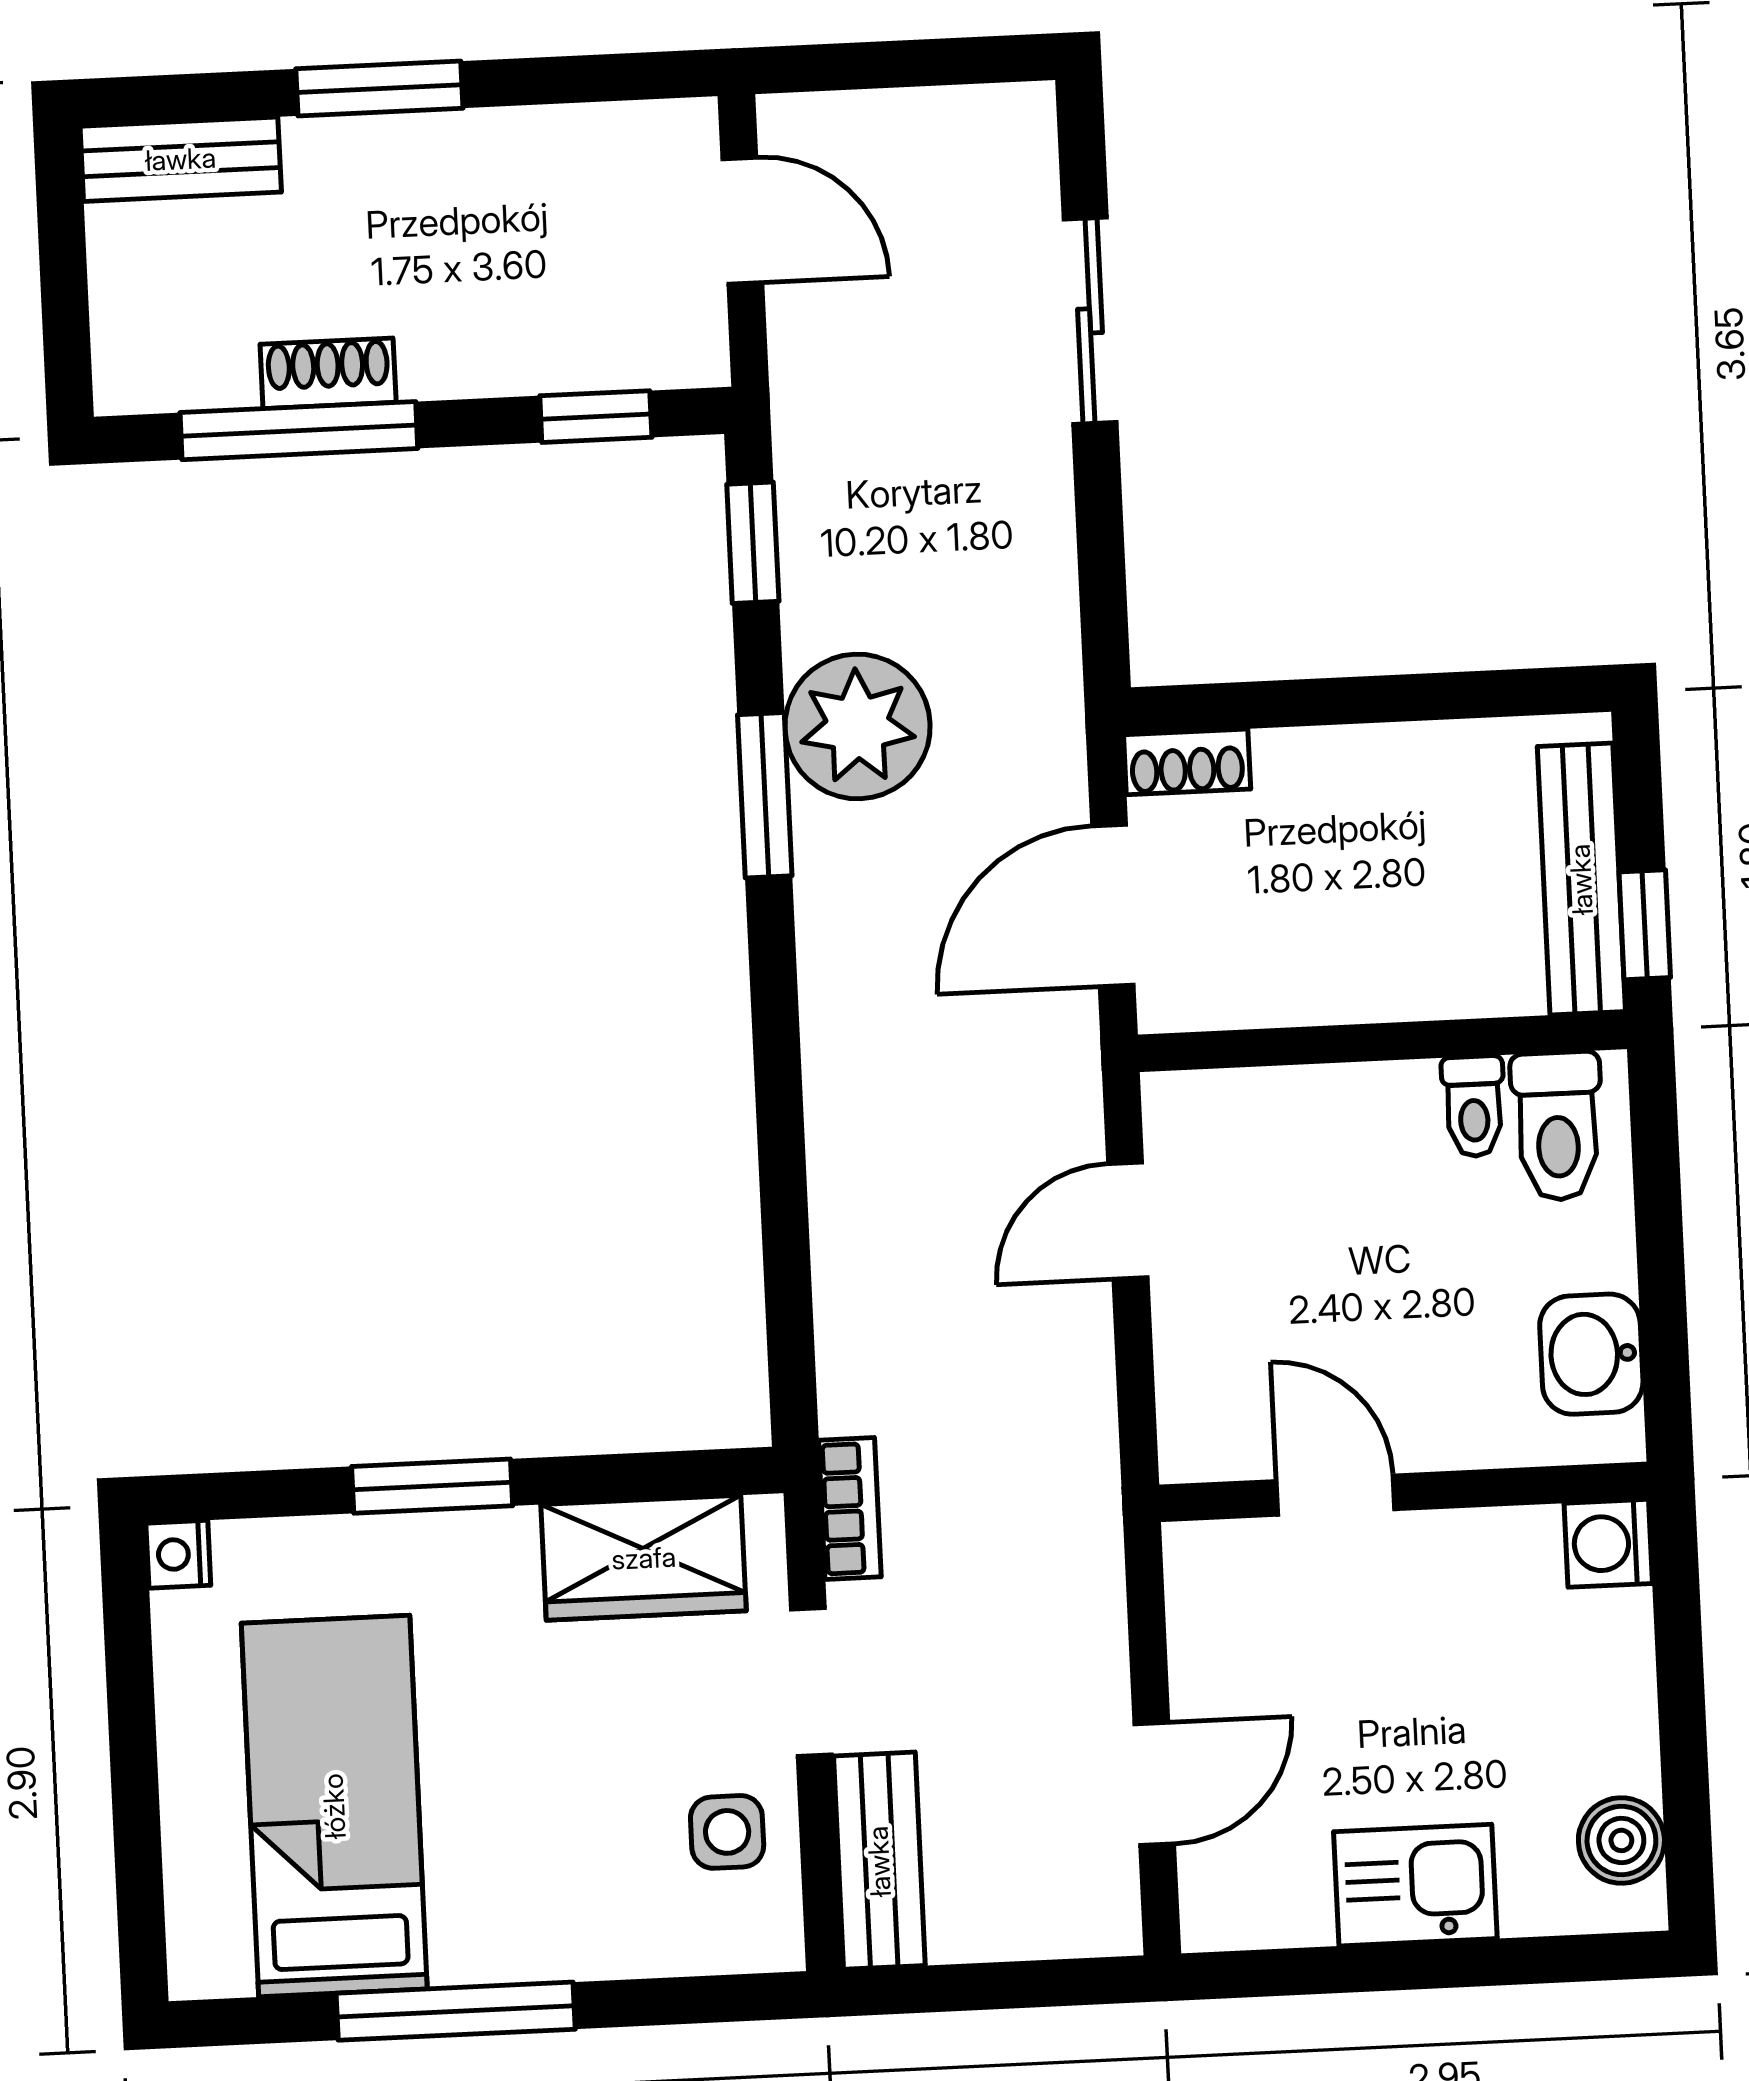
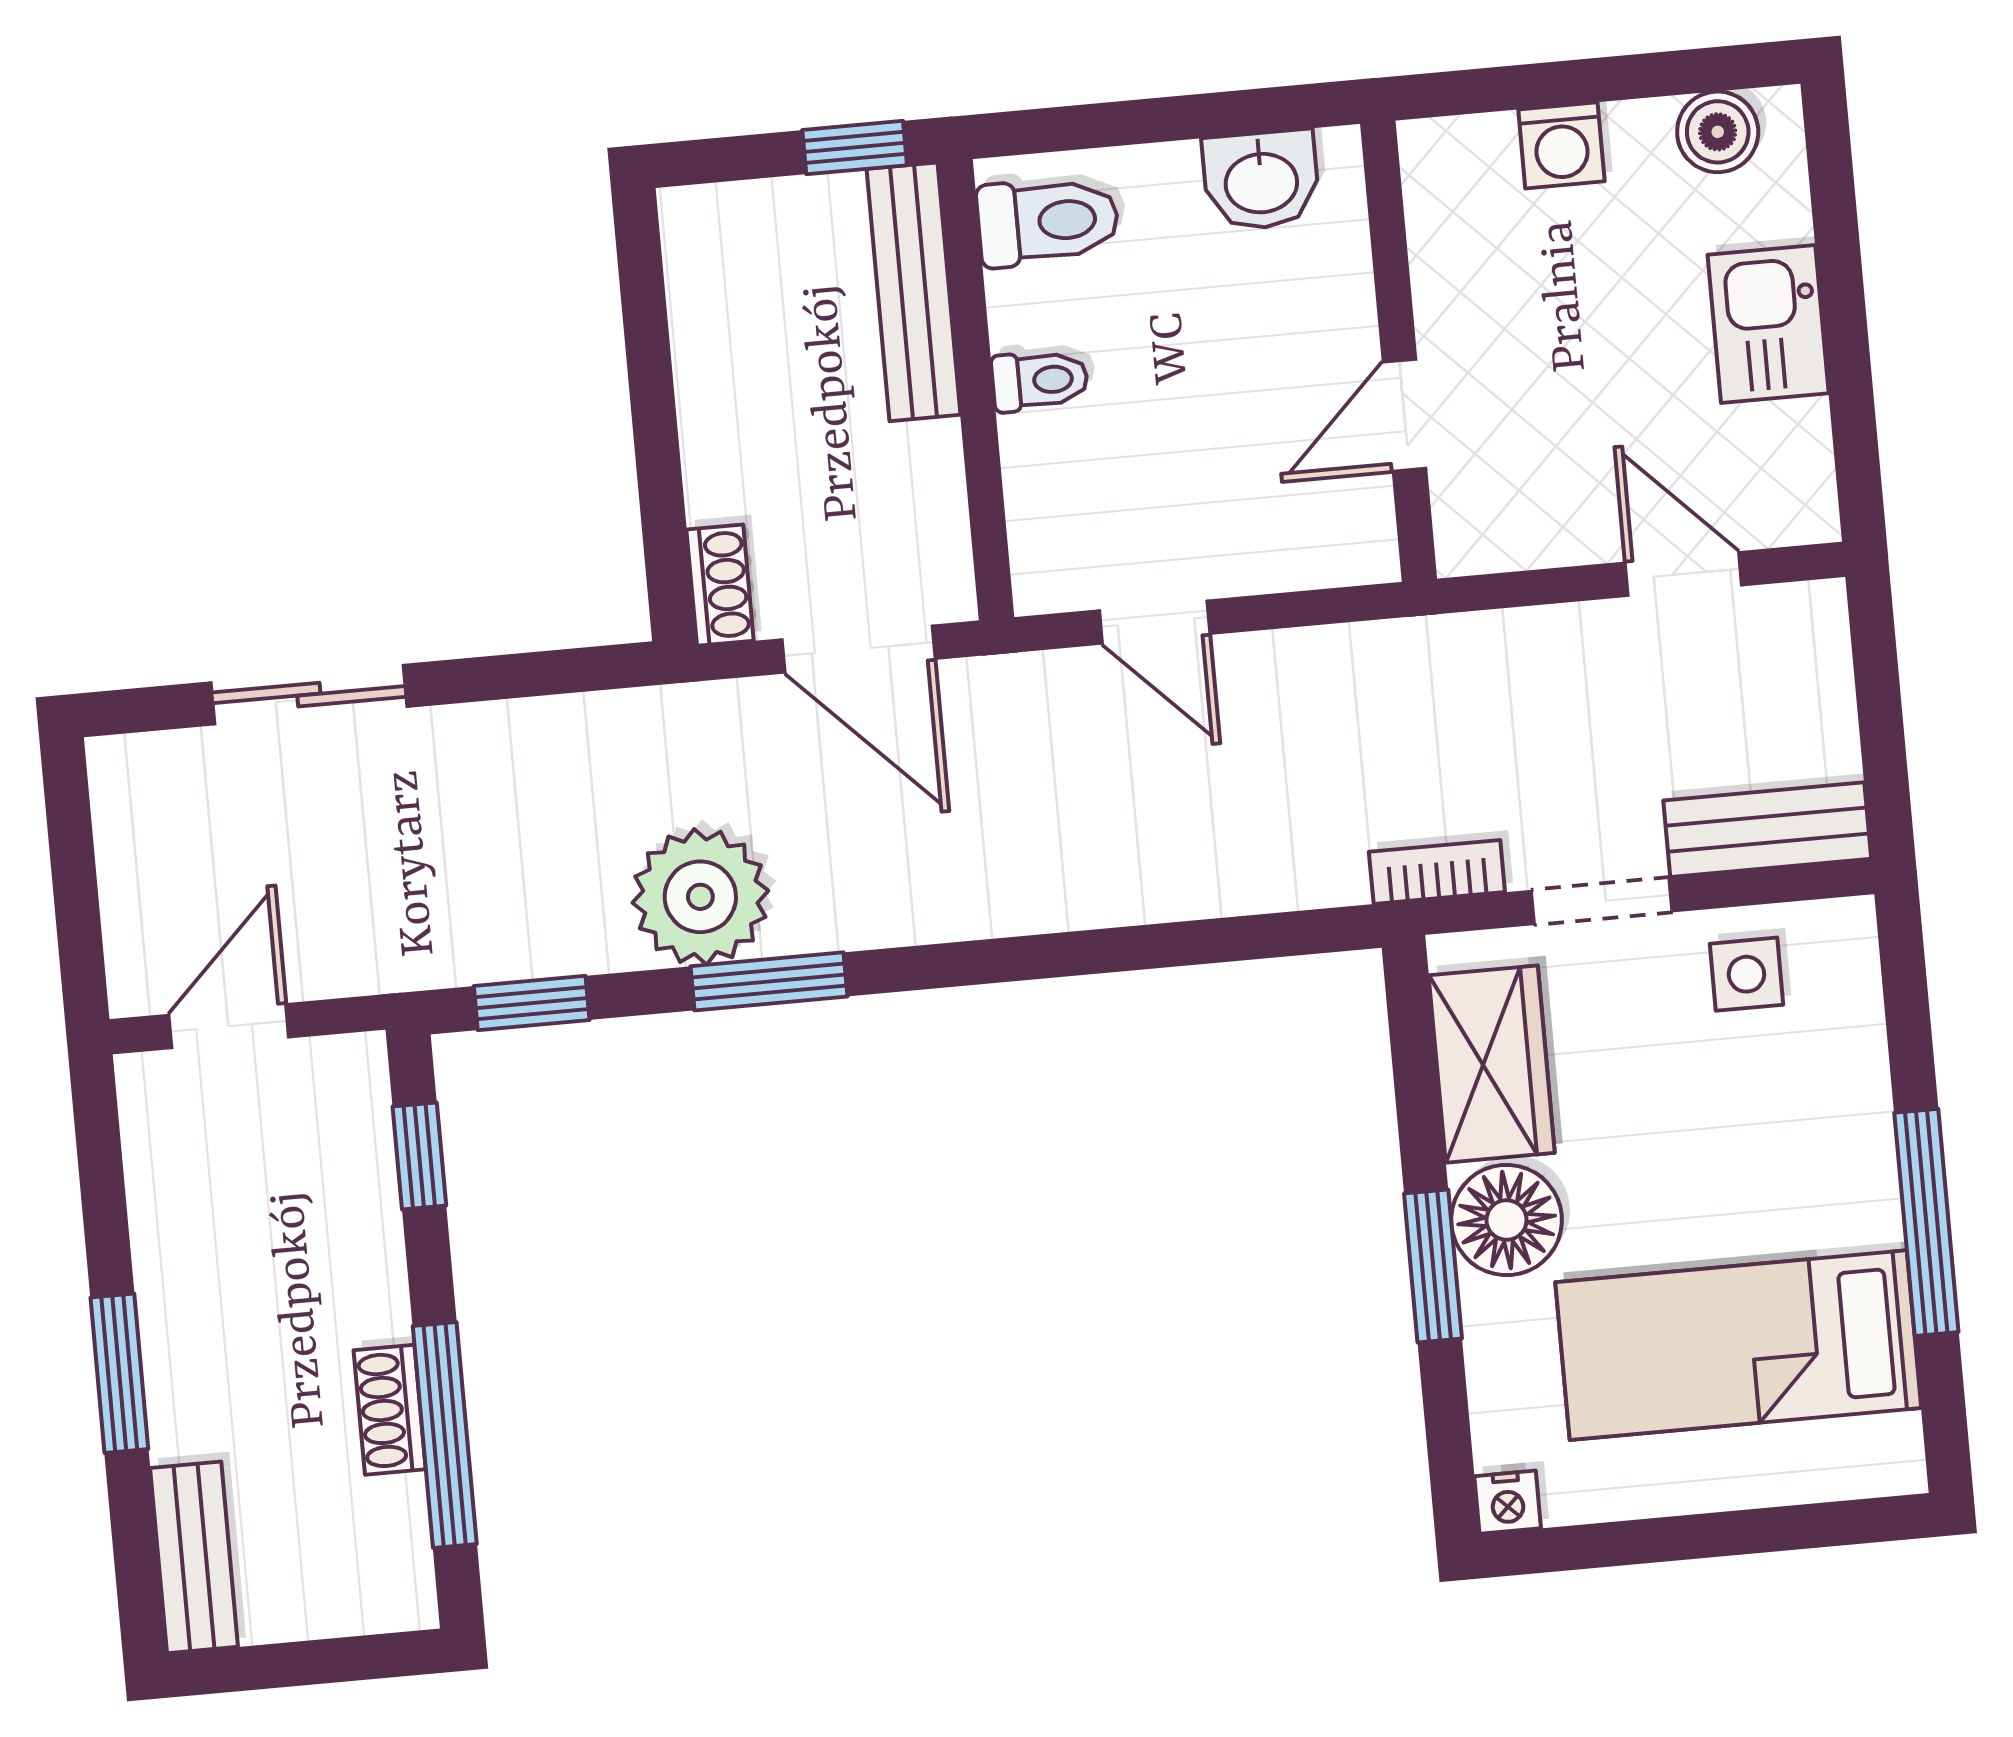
bench: (1581, 879) -> (913, 292), moved, turned 90
toilet: (1474, 1106) -> (1040, 380), moved
washing machine: (1608, 1543) -> (1561, 145), moved
floor lamp: (478, 1566) -> (1507, 1220), added

